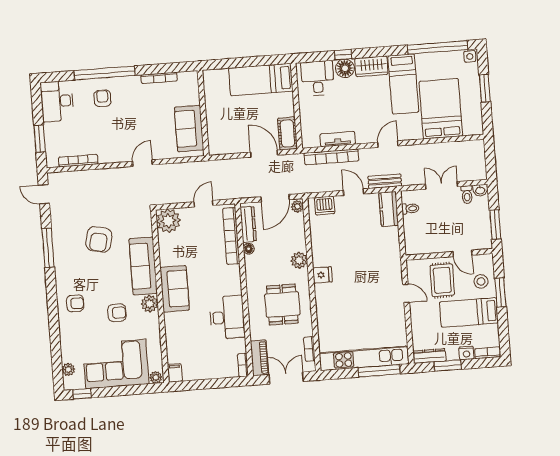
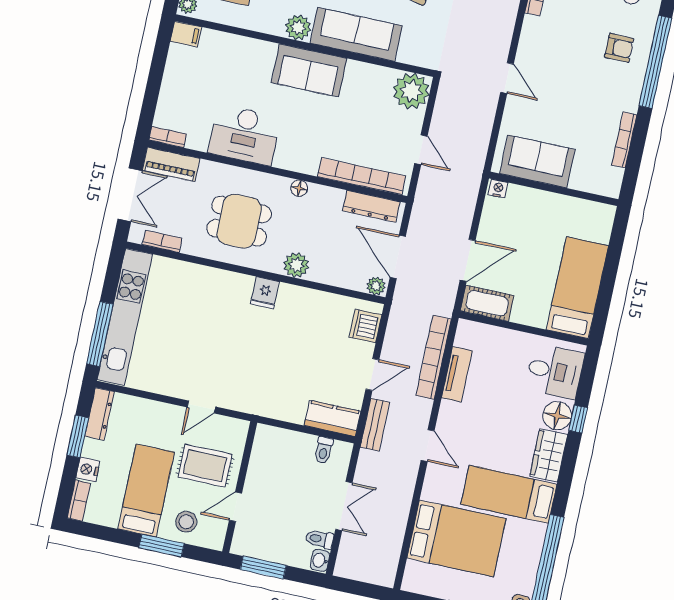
nightstand: (213, 148) -> (498, 189), added
floor lamp: (249, 249) -> (299, 188), moved

